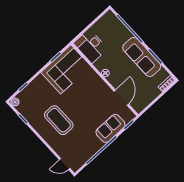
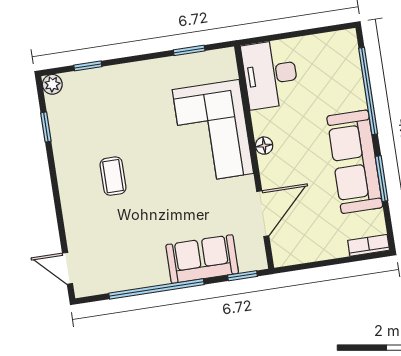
corner sofa: (66, 69) -> (213, 132), moved, turned 90
coffee table: (59, 120) -> (113, 176), width x0.54, depth x0.58

